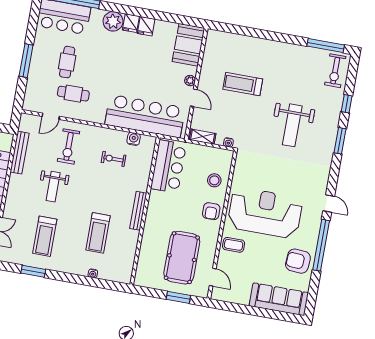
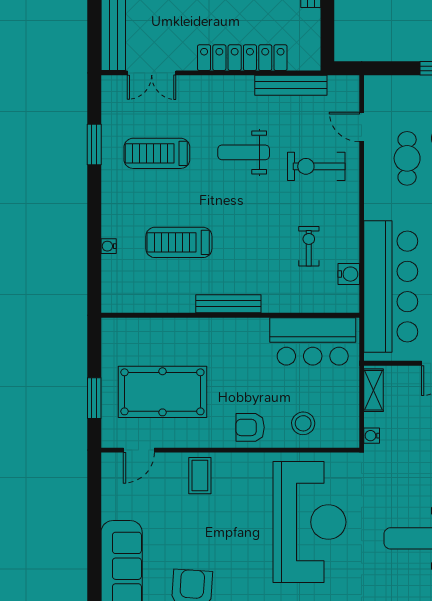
reception desk: (265, 213) -> (309, 522), moved

